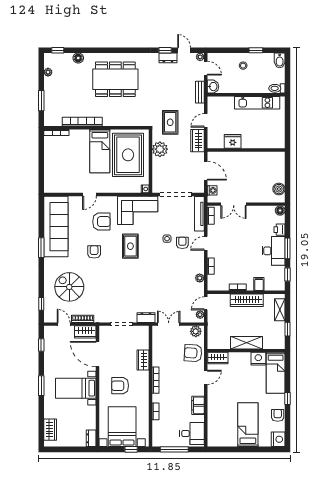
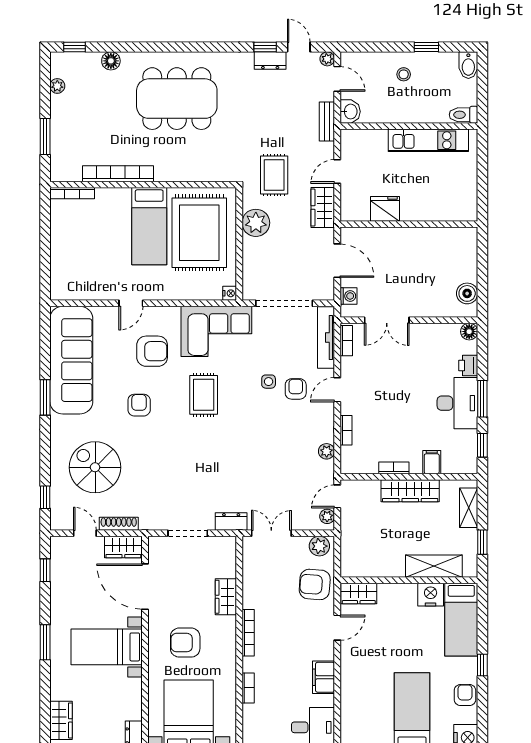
shelving: (247, 343) -> (434, 566), moved

